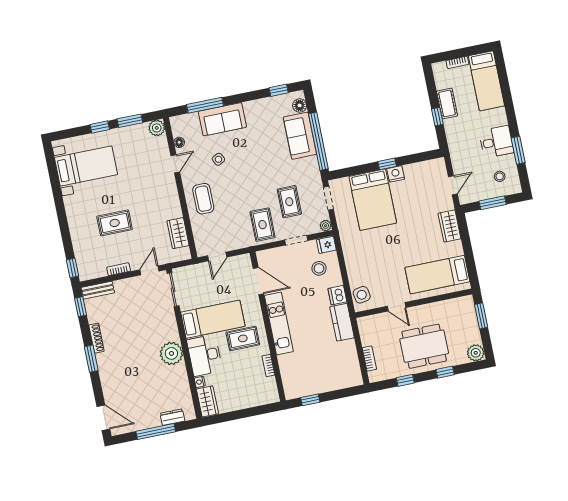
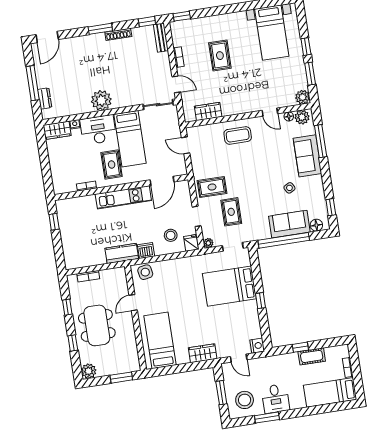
plant: (179, 127) -> (302, 117), added
side table: (218, 159) -> (289, 188), moved
nightstand: (396, 174) -> (257, 346), moved
stool: (500, 176) -> (245, 400), width x1.89, depth x1.89
rug: (289, 202) -> (231, 212), turned 90

